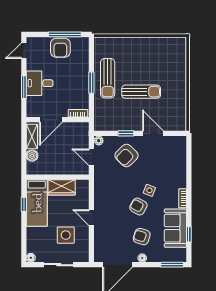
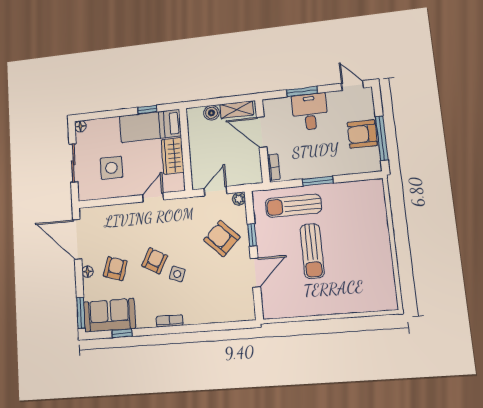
sun lounger: (108, 78) -> (293, 206), moved
door: (91, 218) -> (153, 197), moved
sofa: (175, 228) -> (109, 315), moved

